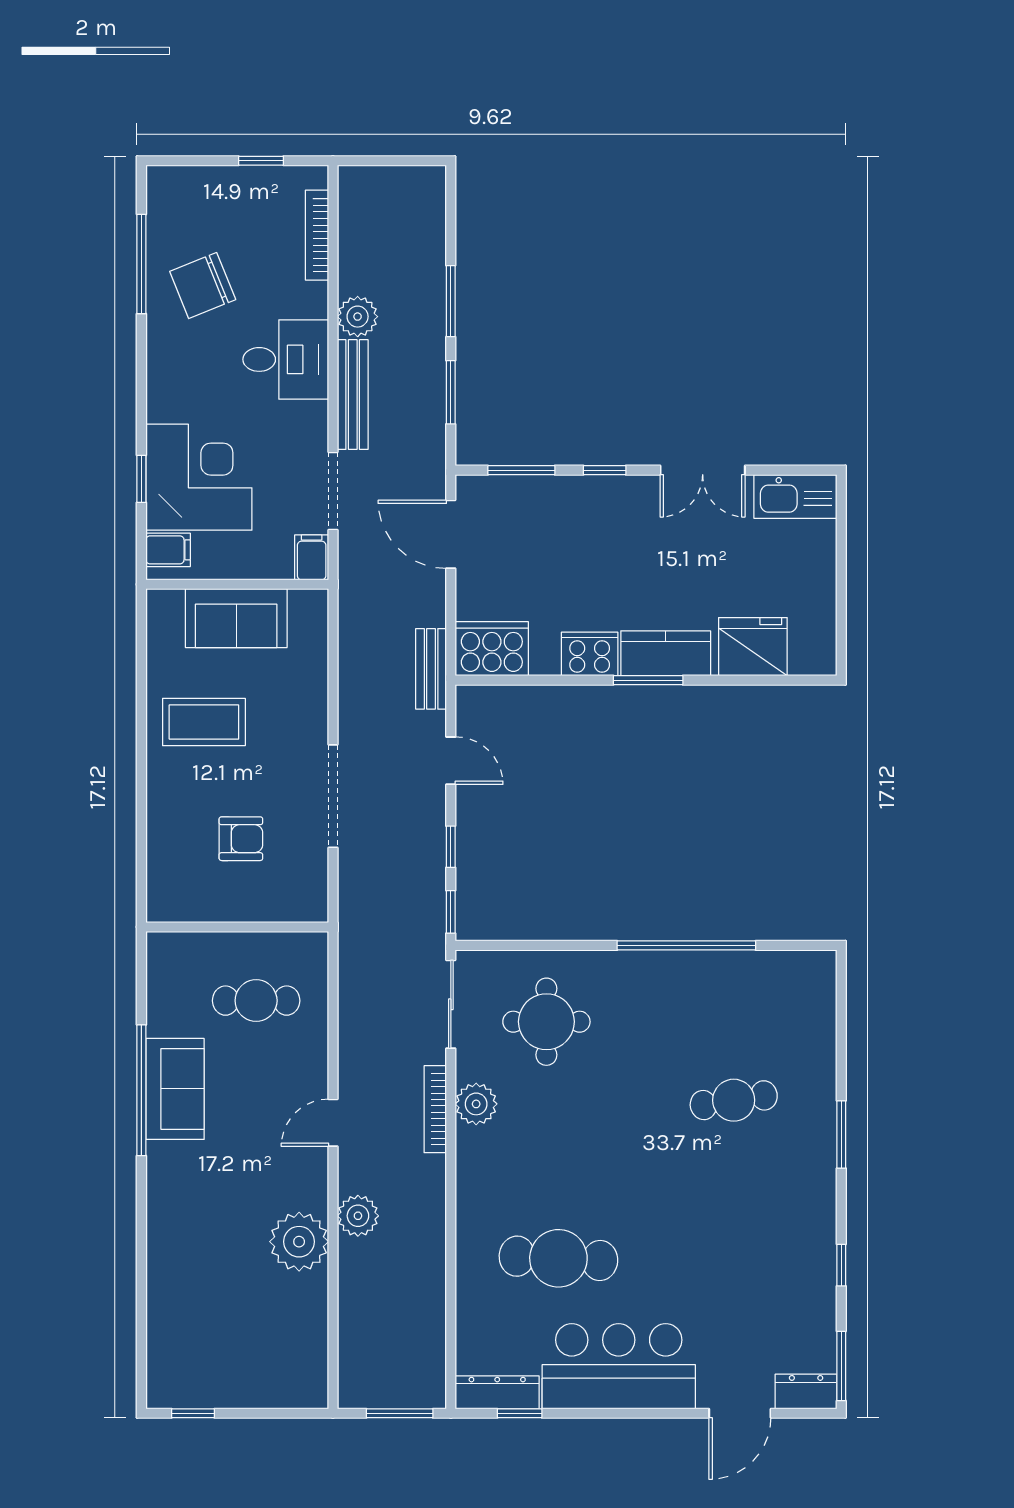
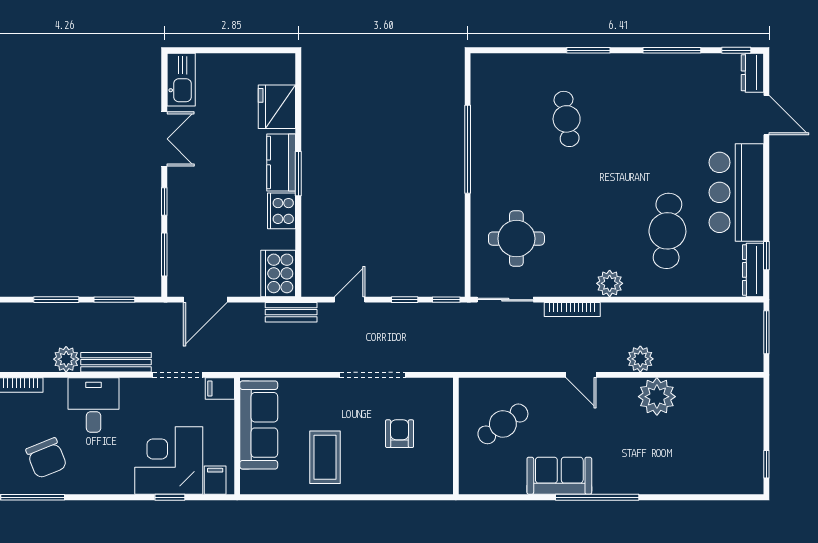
sofa: (236, 618) -> (259, 425), width x1.36
cafe table: (256, 1001) -> (503, 424), turned 56
window: (141, 1090) -> (597, 497), moved
plant: (476, 1104) -> (610, 283), moved
window: (841, 1265) -> (672, 50), width x2.17
window: (841, 1366) -> (736, 50), width x0.67

